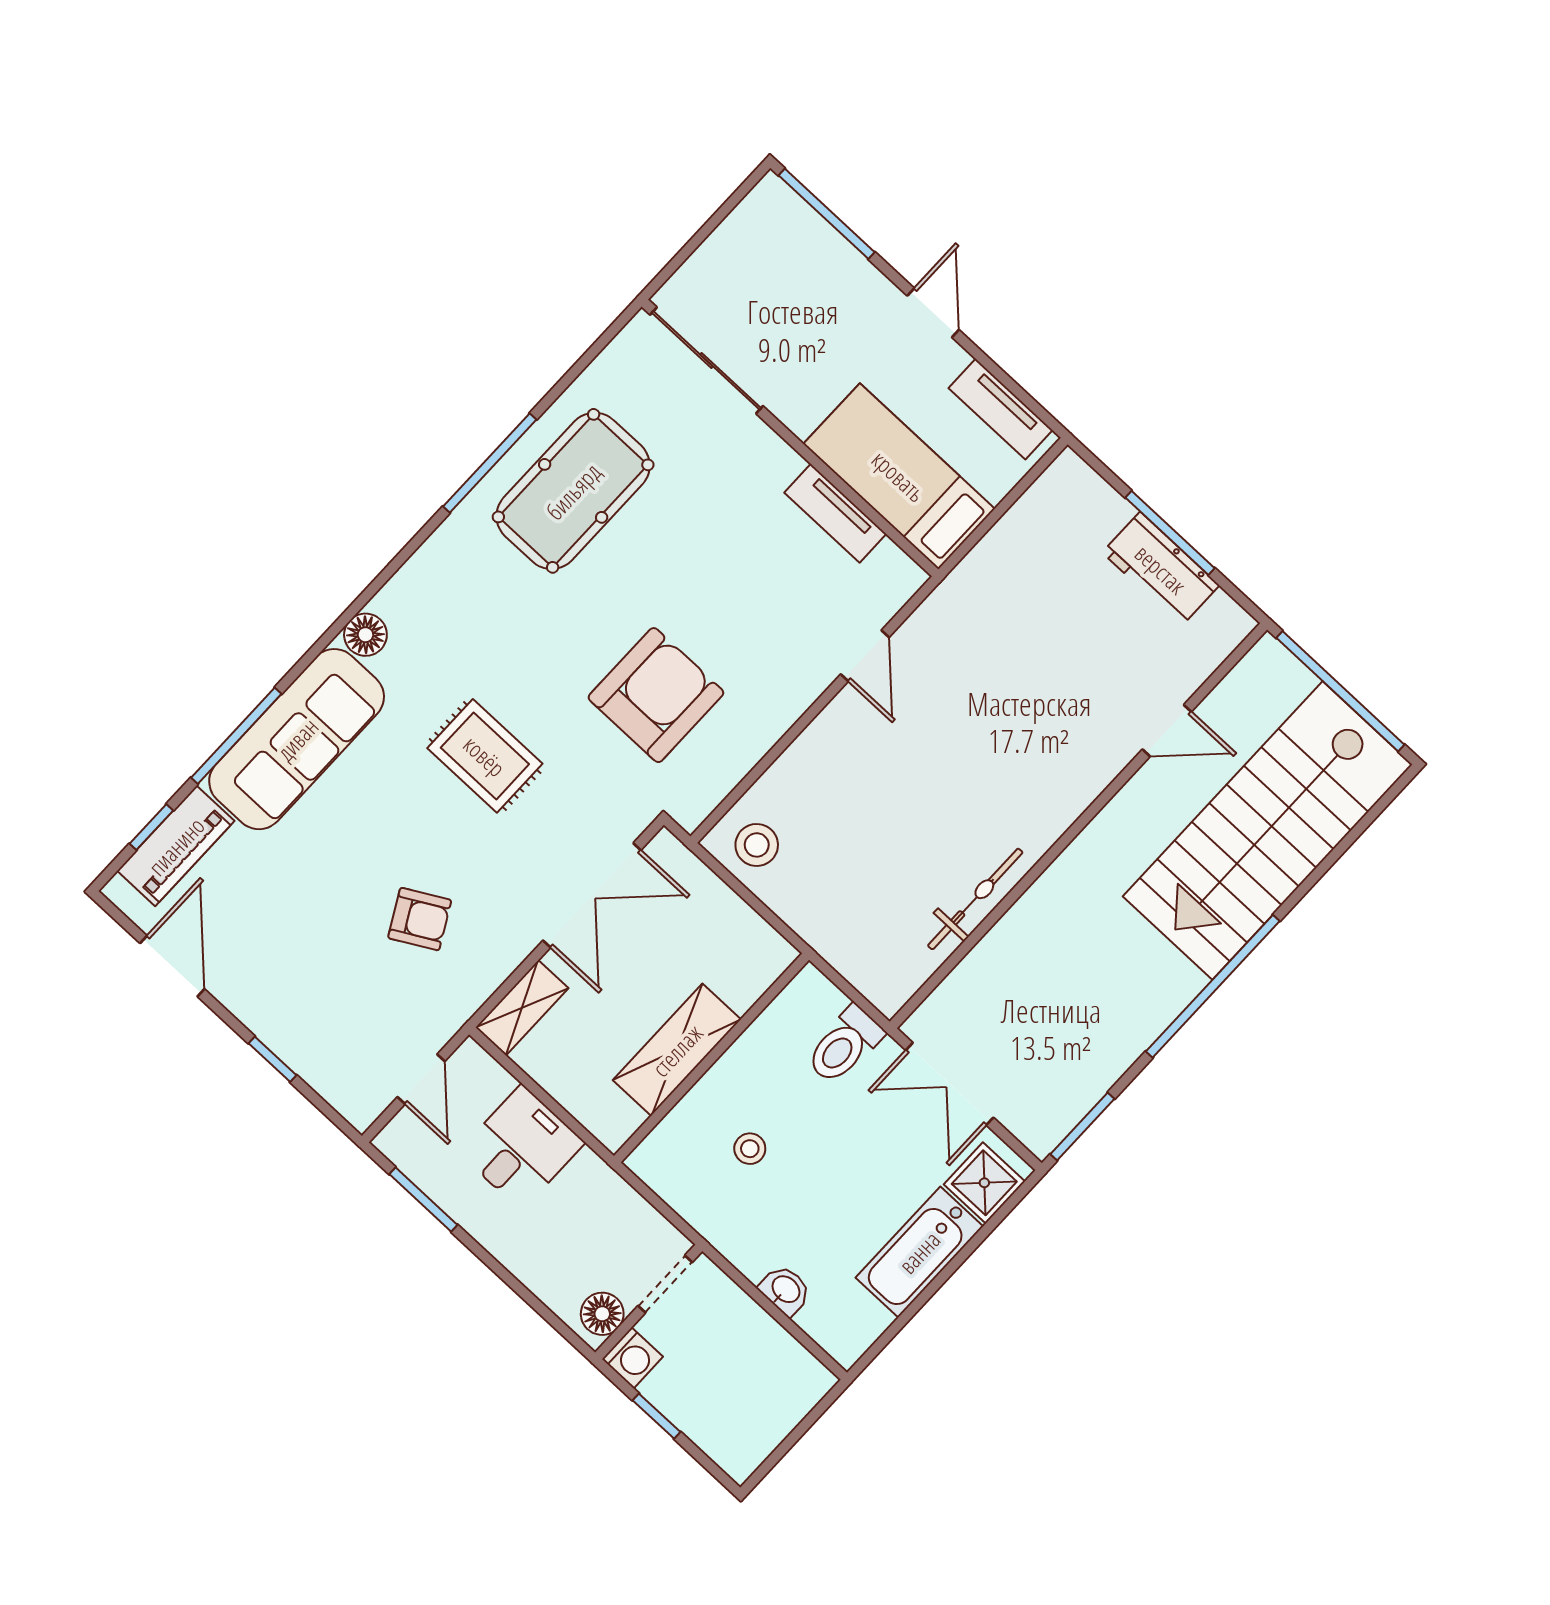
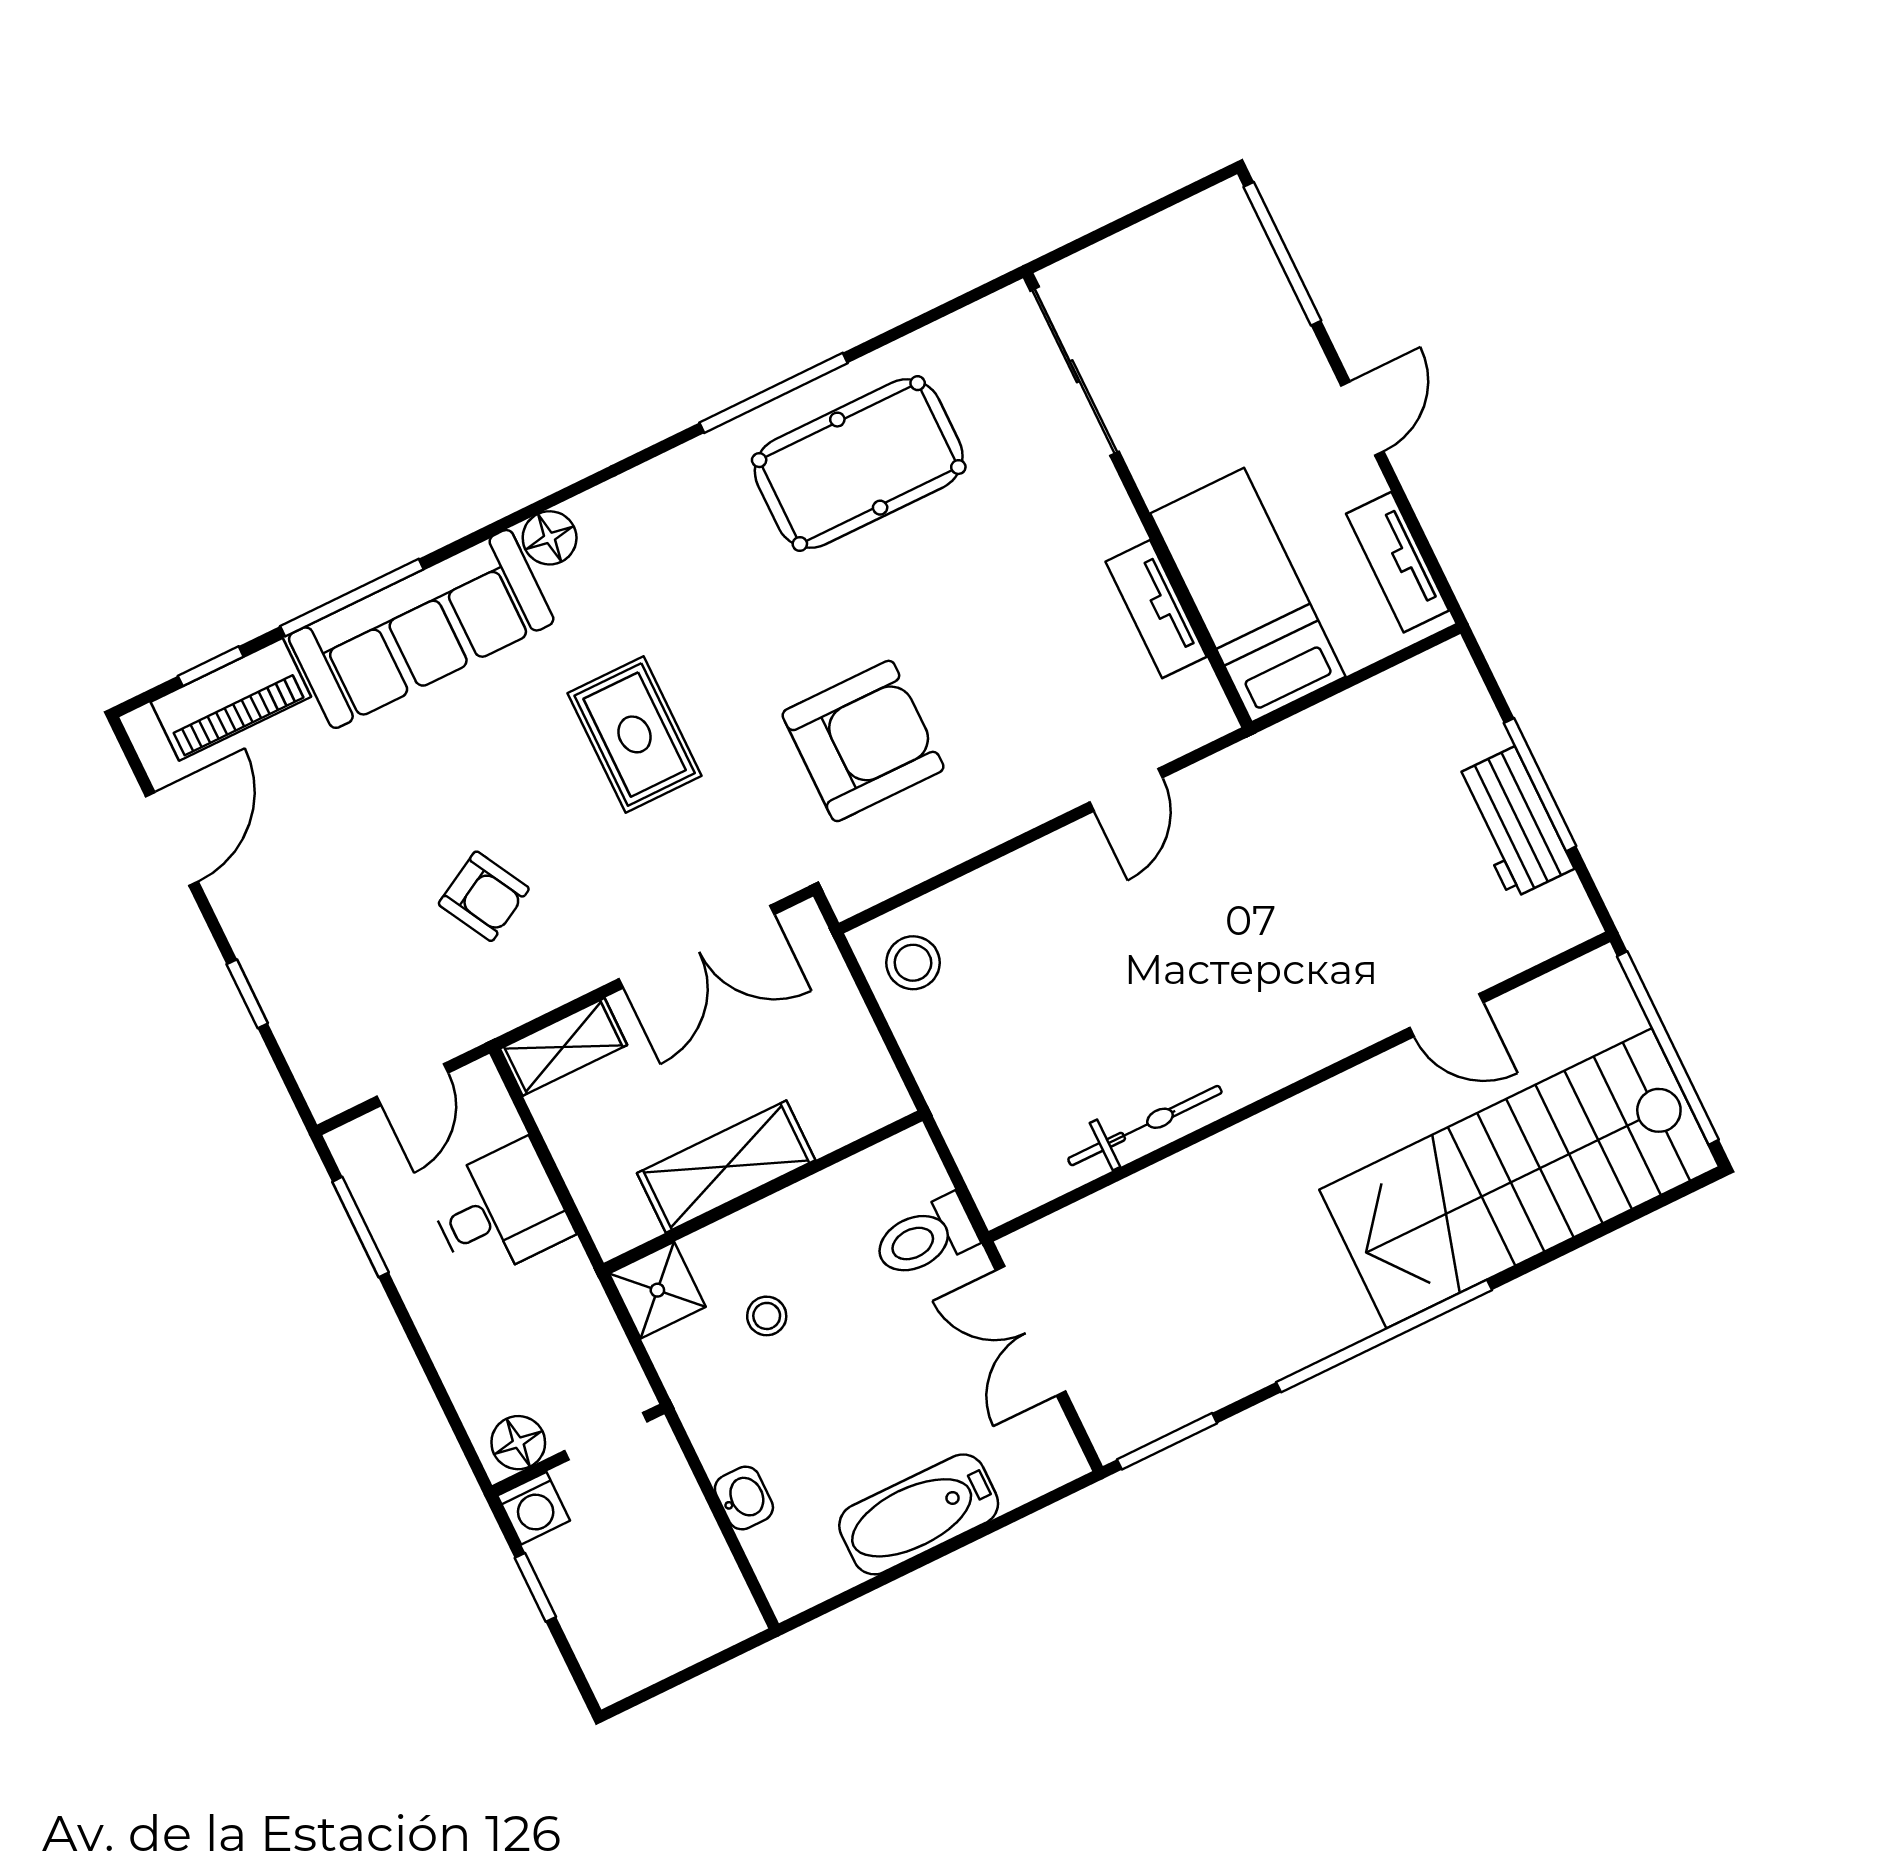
shower: (984, 1183) -> (657, 1290), moved

